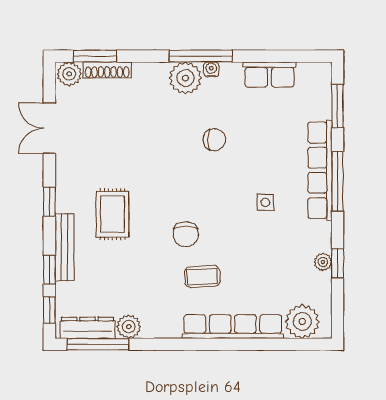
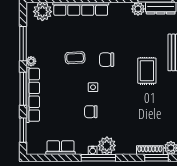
side table: (265, 202) -> (93, 87), moved
chair: (186, 234) -> (107, 60), turned -90
plant: (323, 262) -> (31, 61), moved
window: (338, 263) -> (23, 44), width x2.17
coffee table: (202, 277) -> (75, 58), moved

